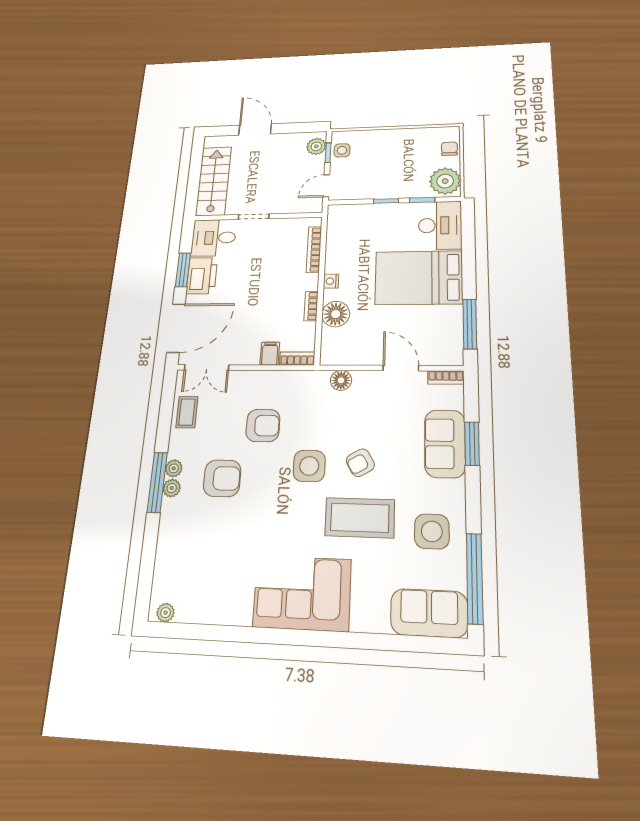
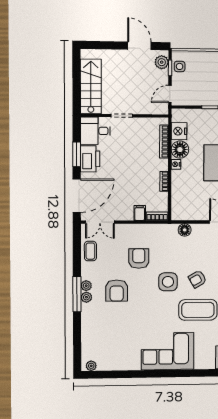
door: (255, 130) -> (139, 46), moved
nightstand: (338, 235) -> (179, 131), added
floor lamp: (336, 314) -> (180, 150), moved
armchair: (263, 426) -> (139, 258), turned -90
armchair: (222, 478) -> (117, 291), turned 90

